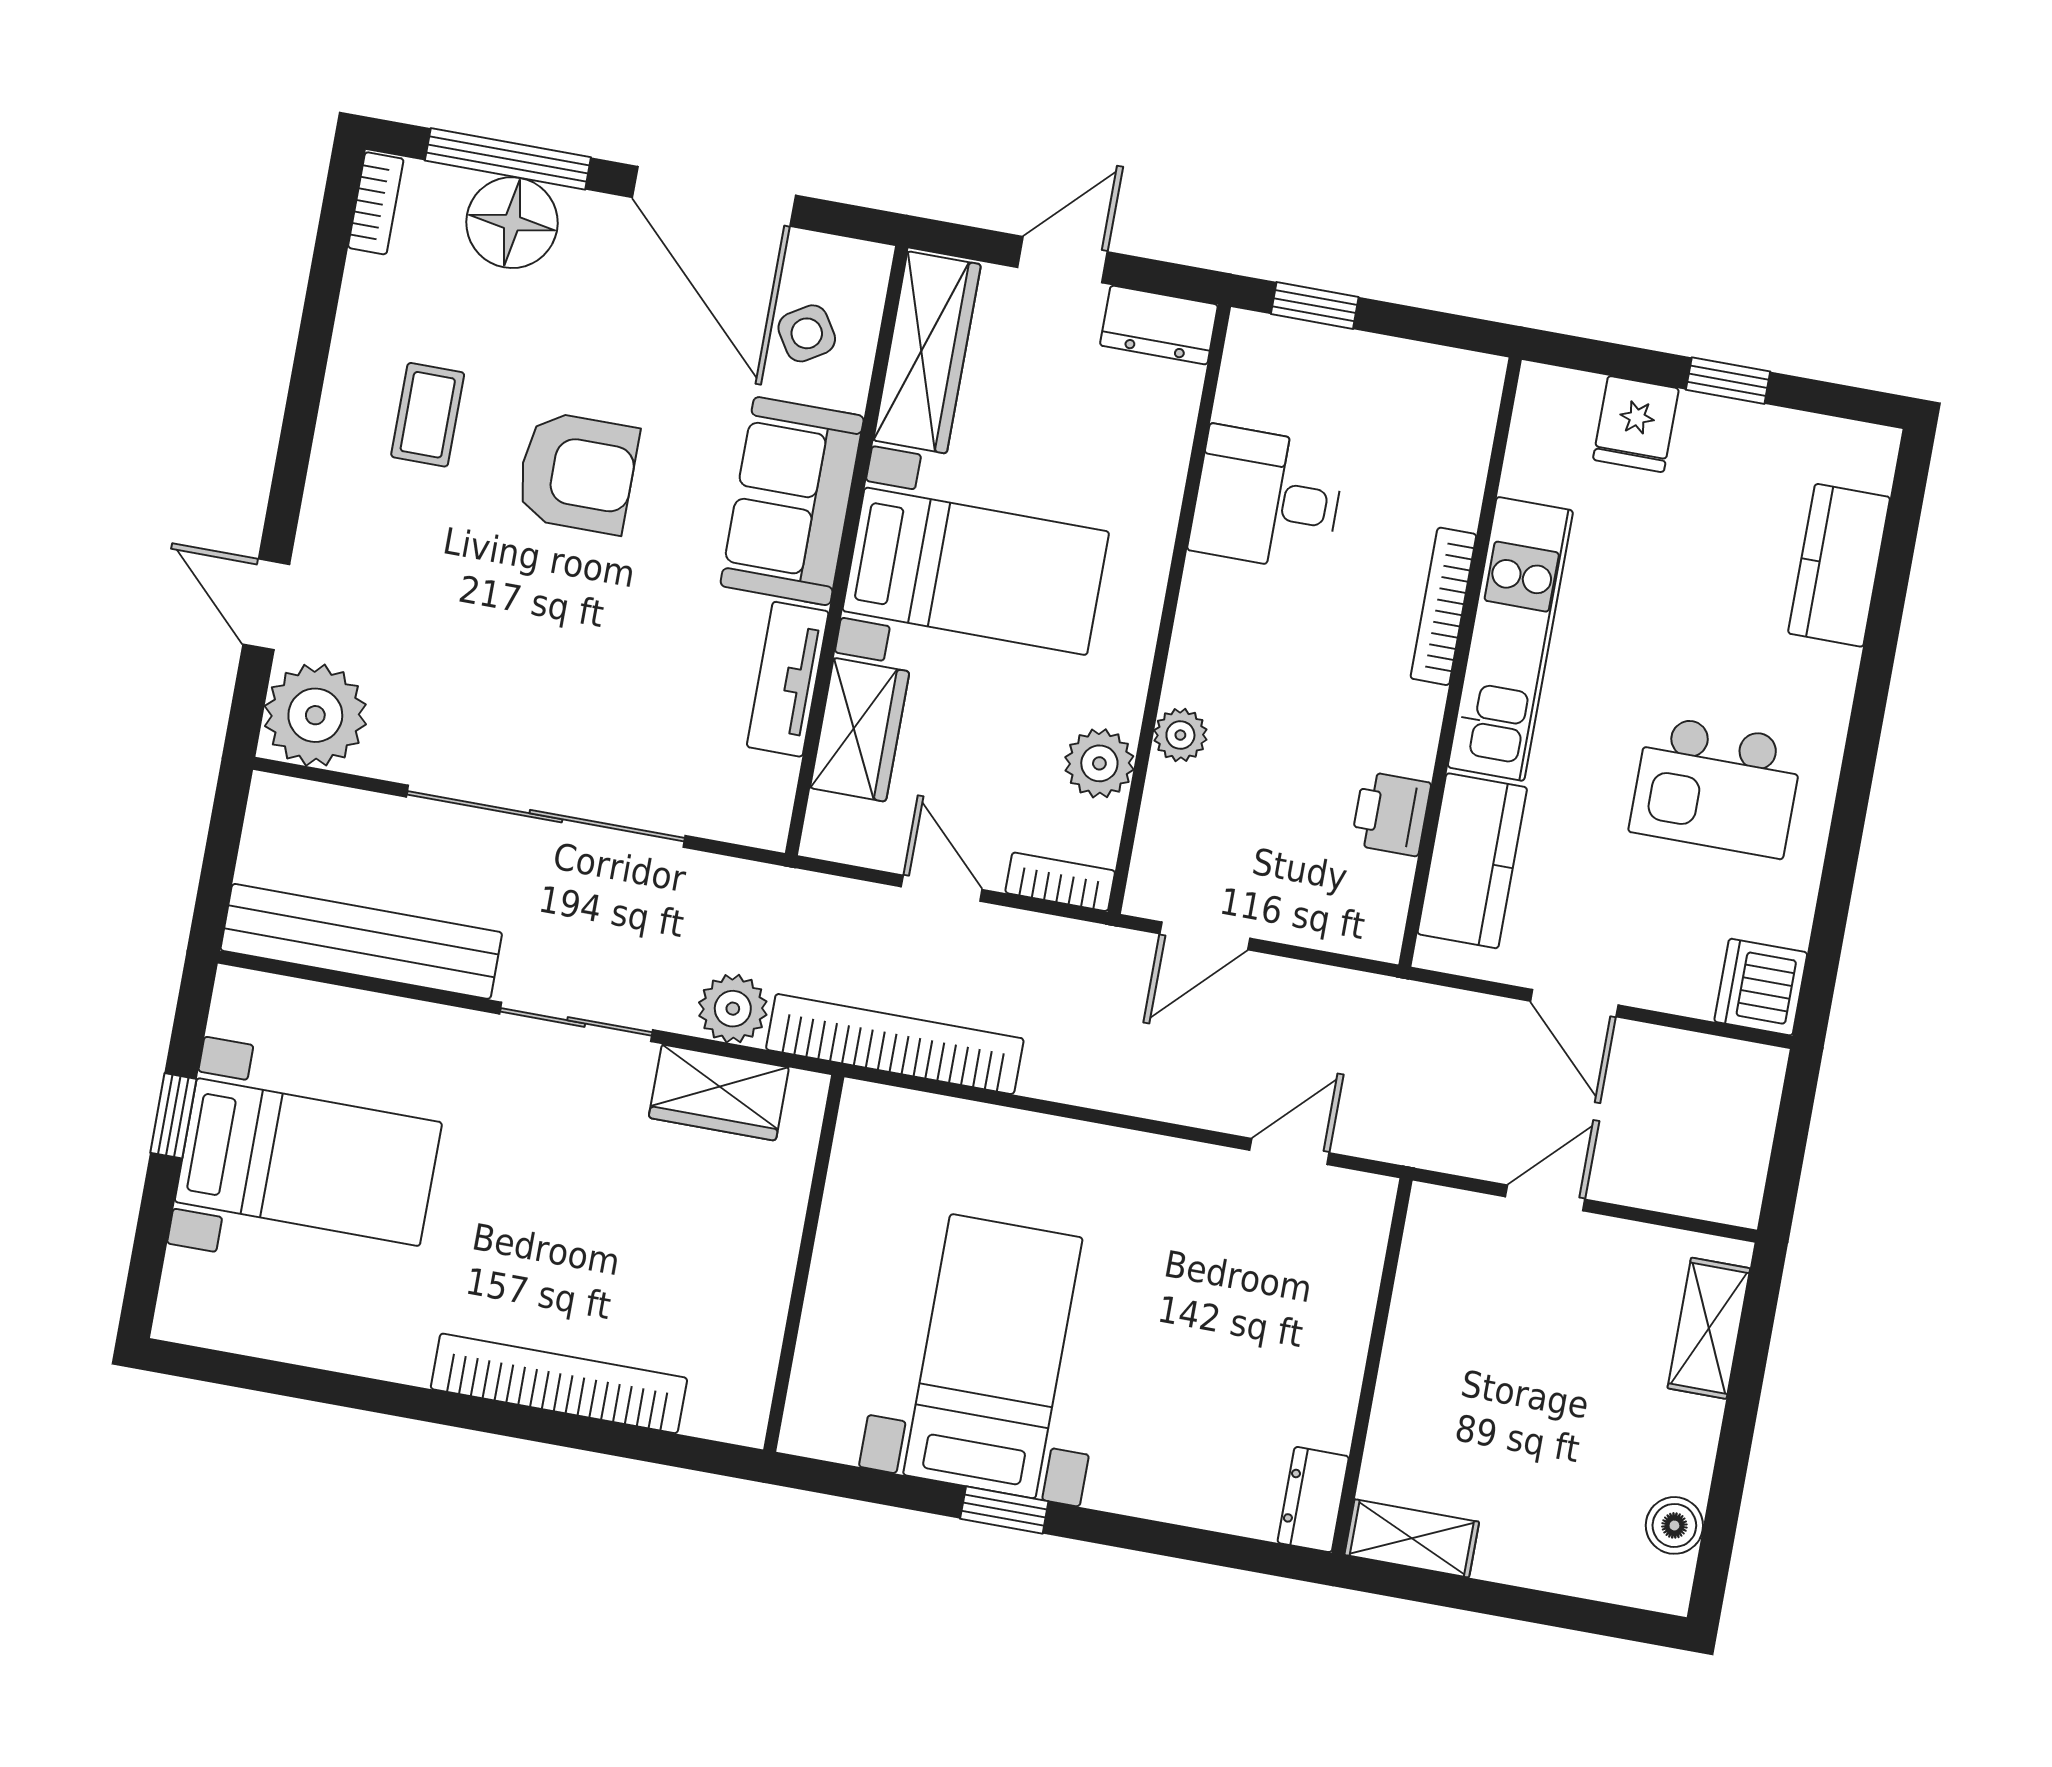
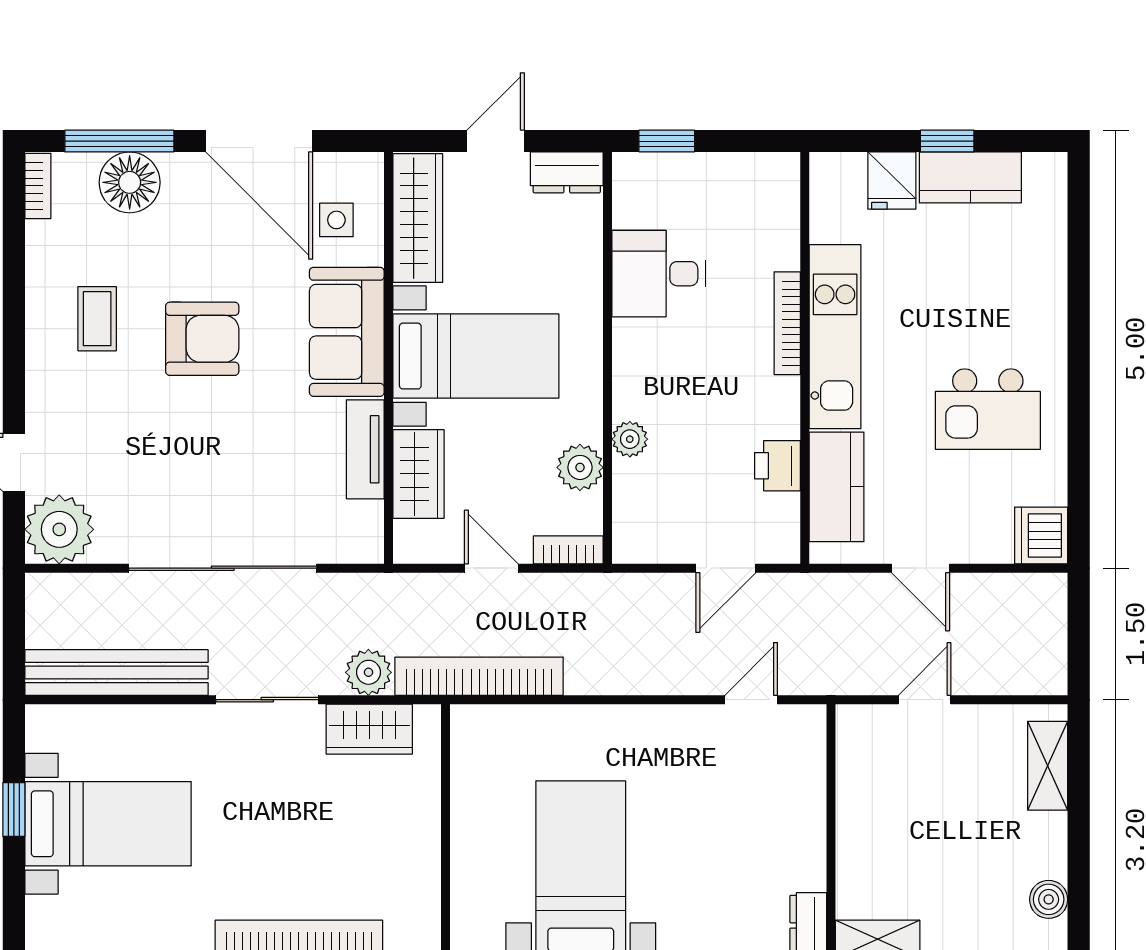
side table: (807, 333) -> (336, 220), turned 32
kitchen counter: (1839, 565) -> (970, 177), moved, turned -90
door: (1205, 936) -> (726, 568), moved

